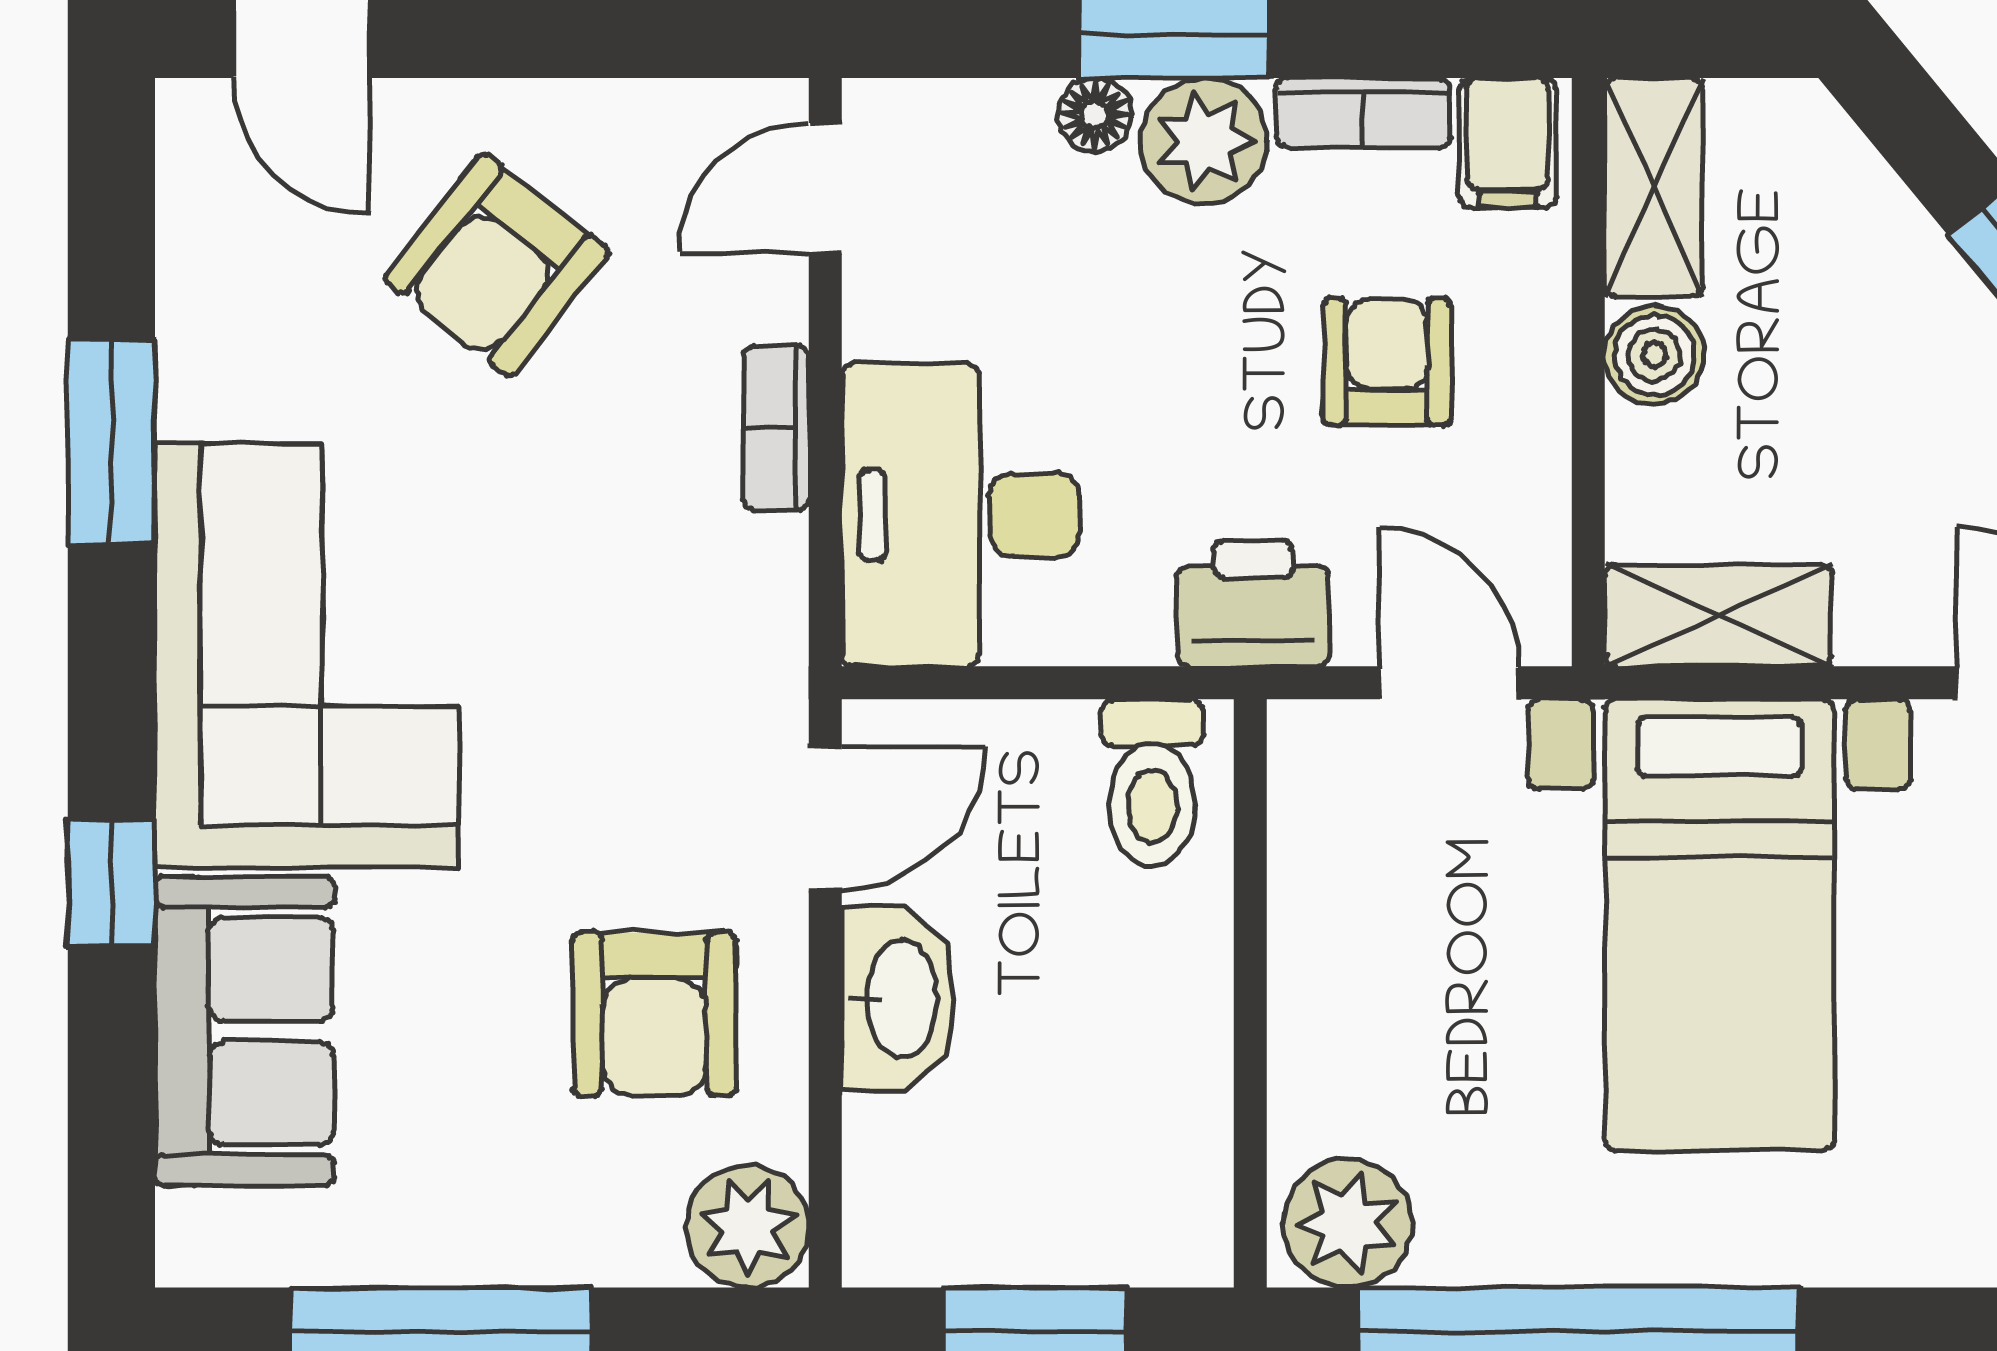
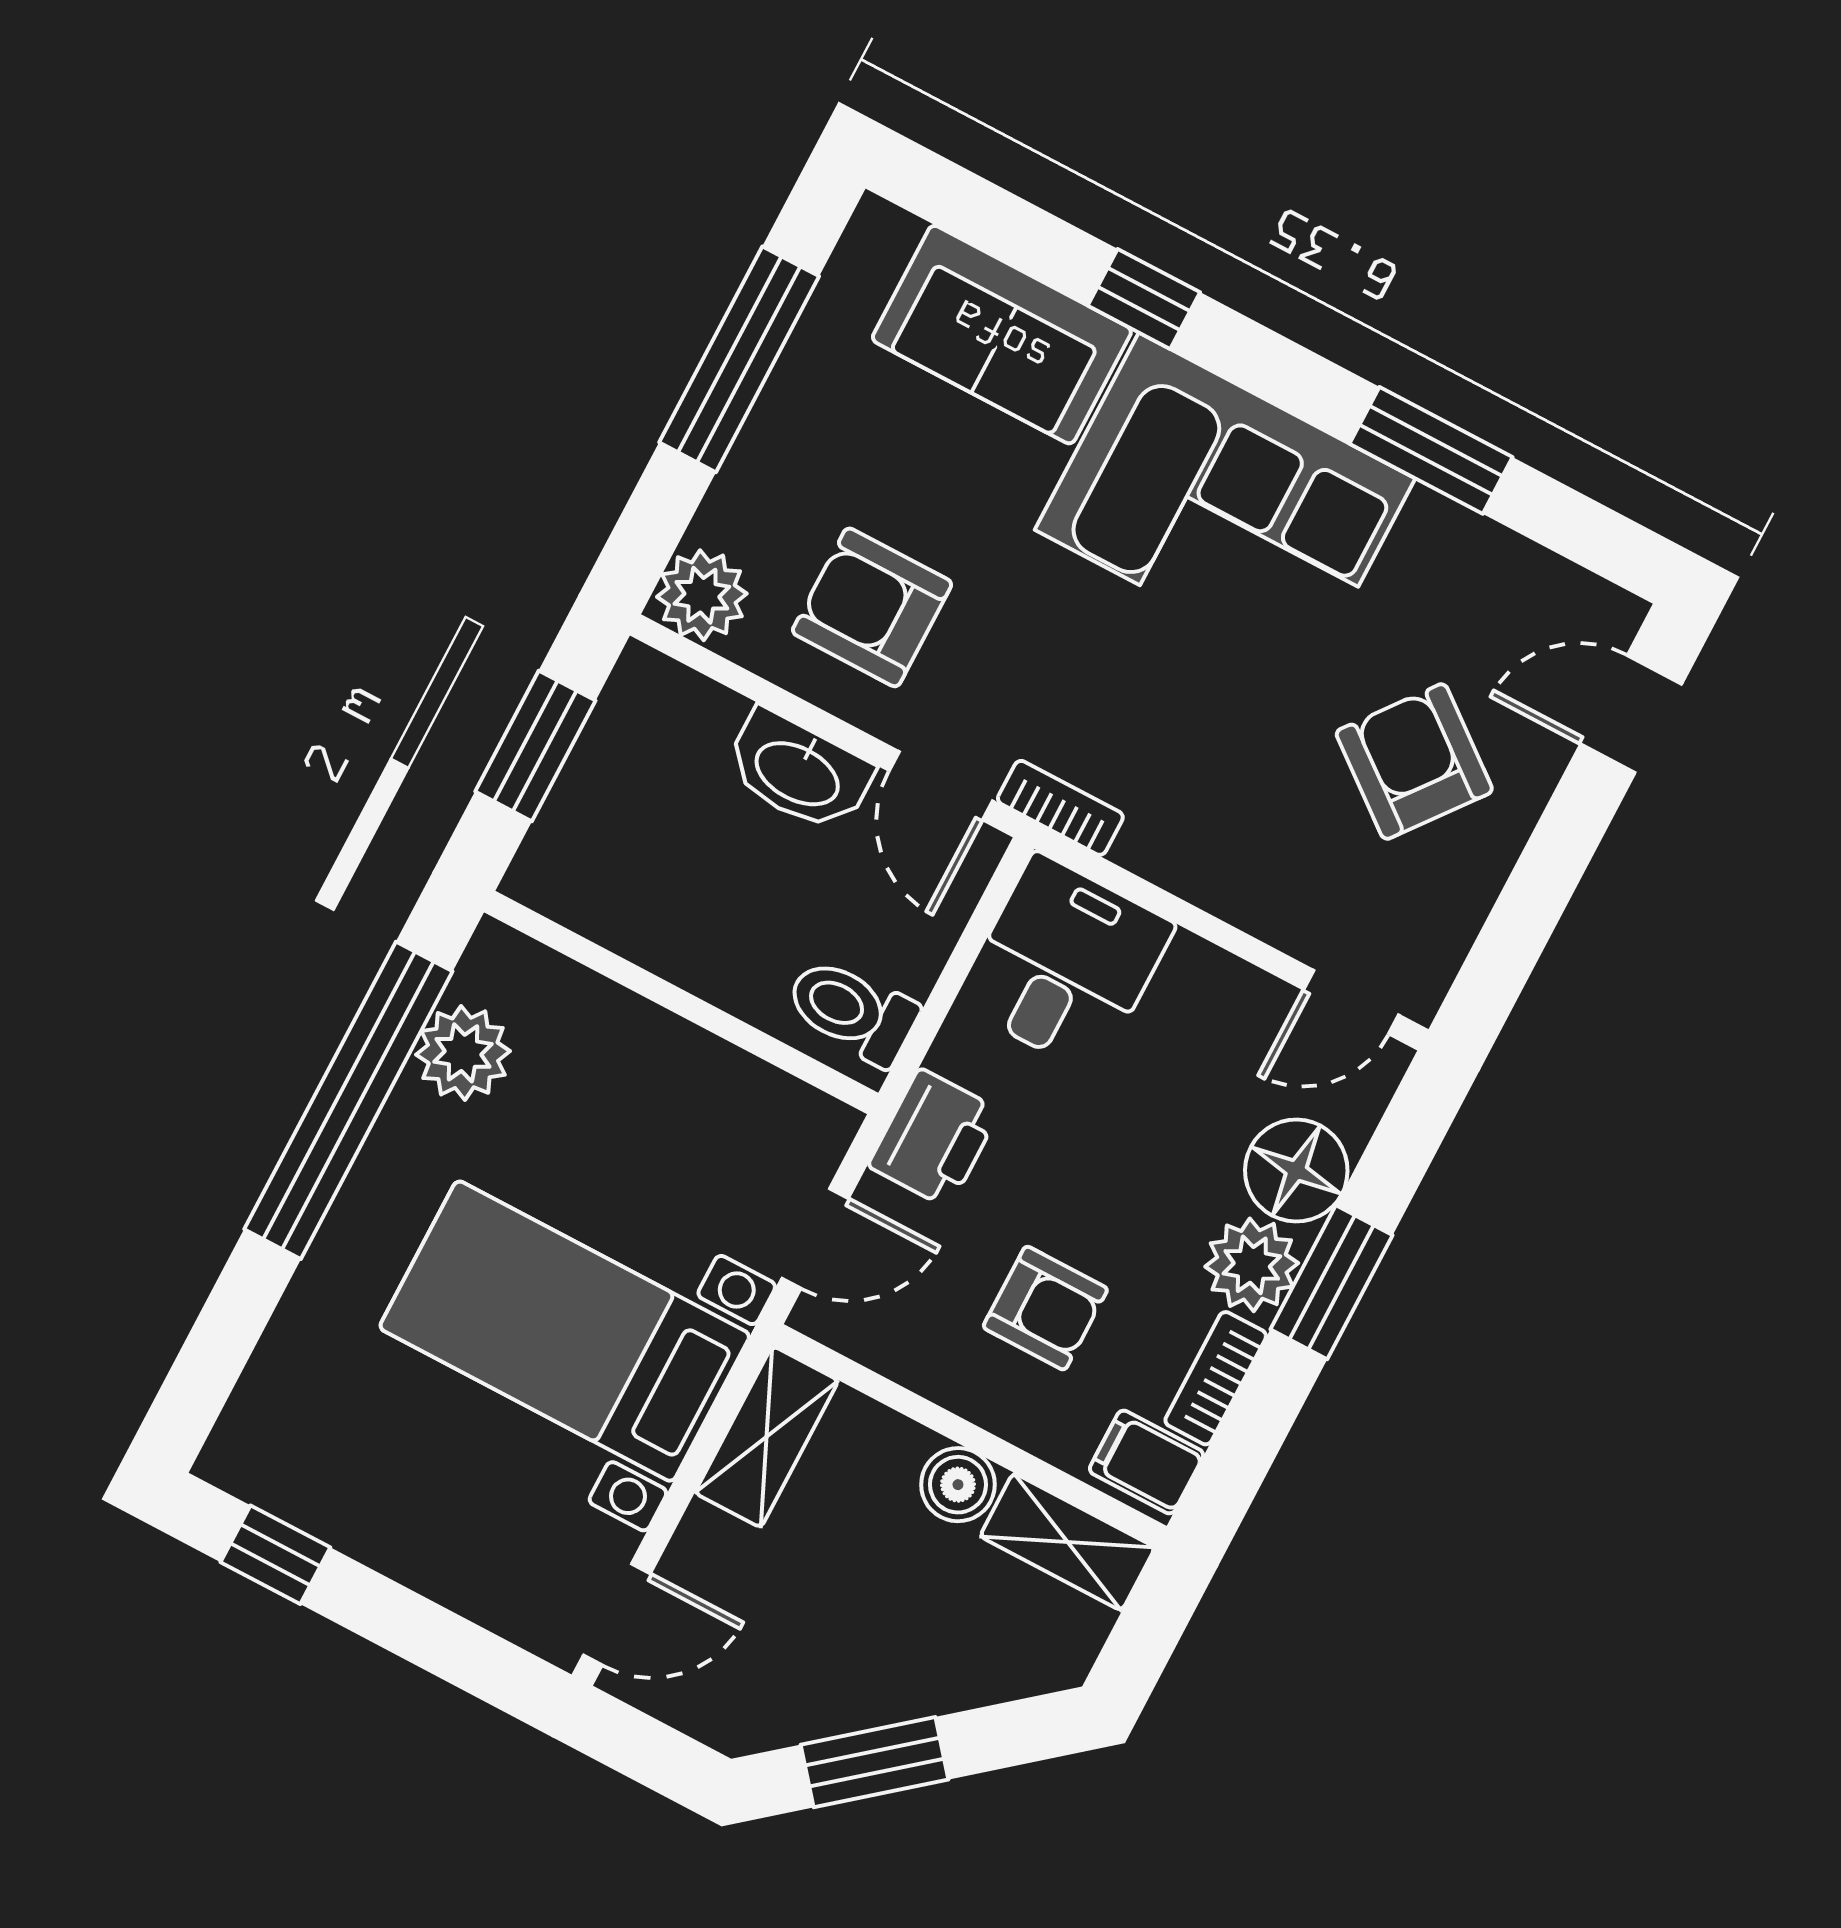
floor lamp: (1095, 115) -> (1296, 1171), width x1.89, depth x1.89
door: (825, 188) -> (1351, 1002), swing flipped
bookcase: (776, 428) -> (1060, 808), moved
desk: (960, 515) -> (1065, 964), width x0.73
plant: (1348, 1224) -> (463, 1053), moved

